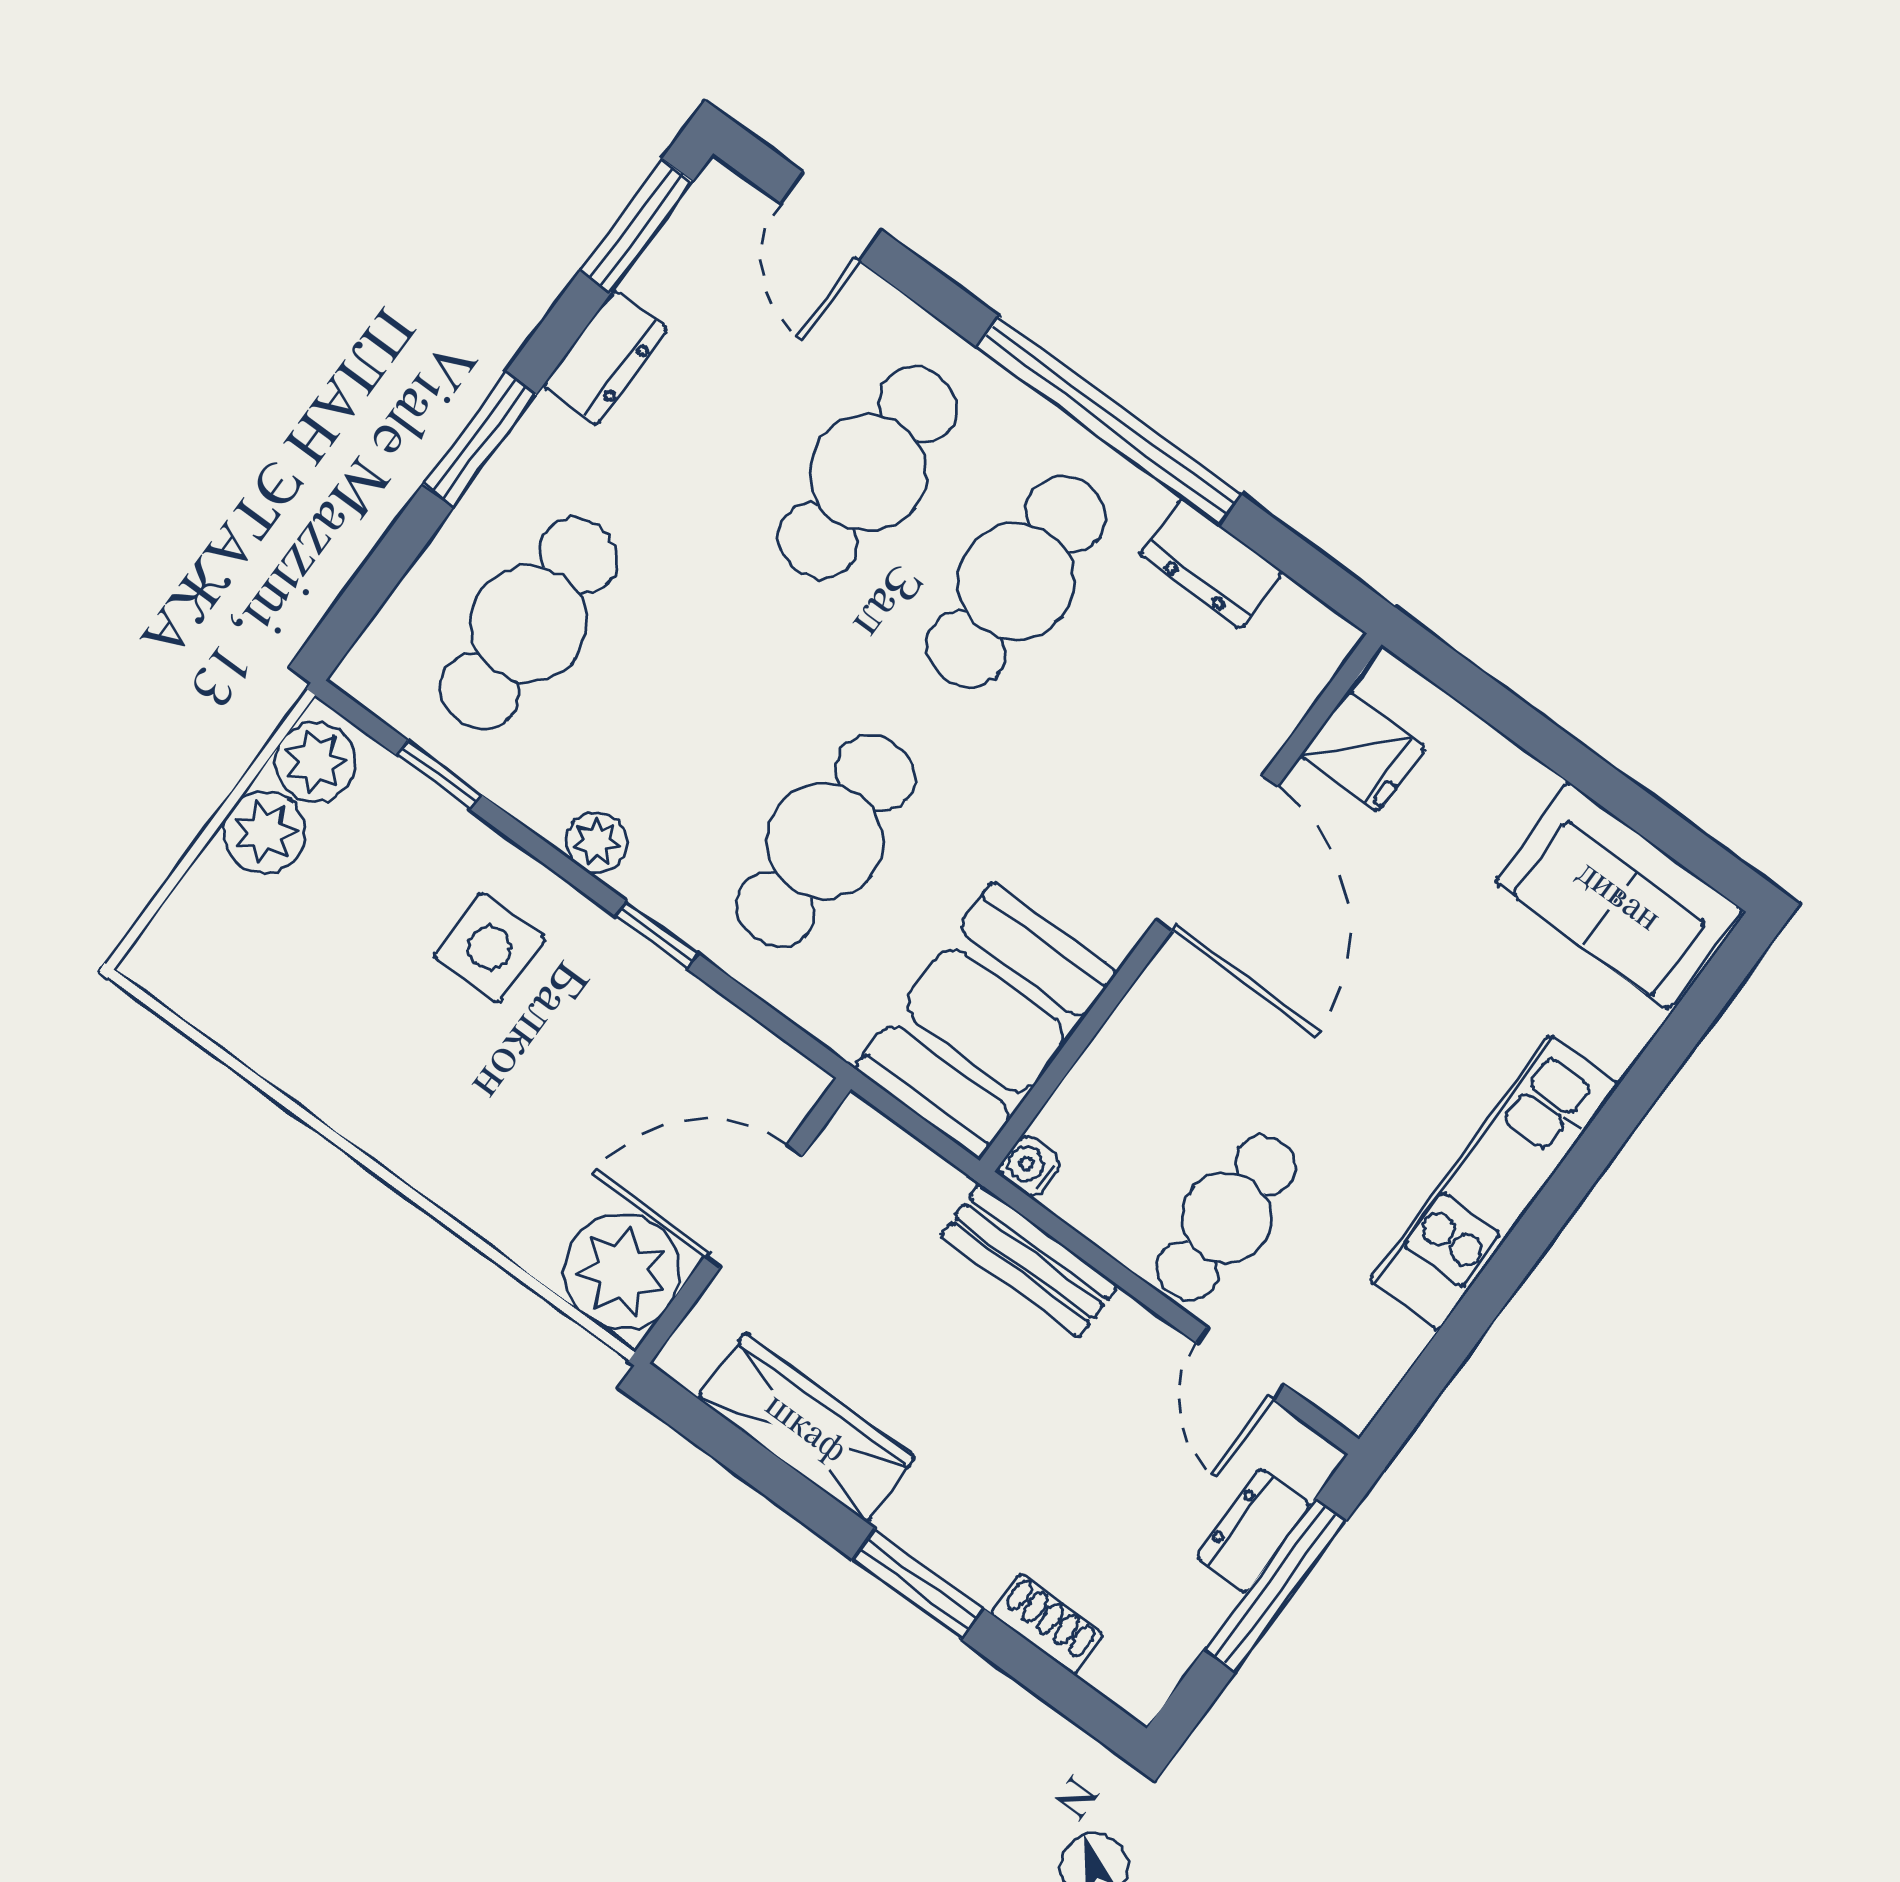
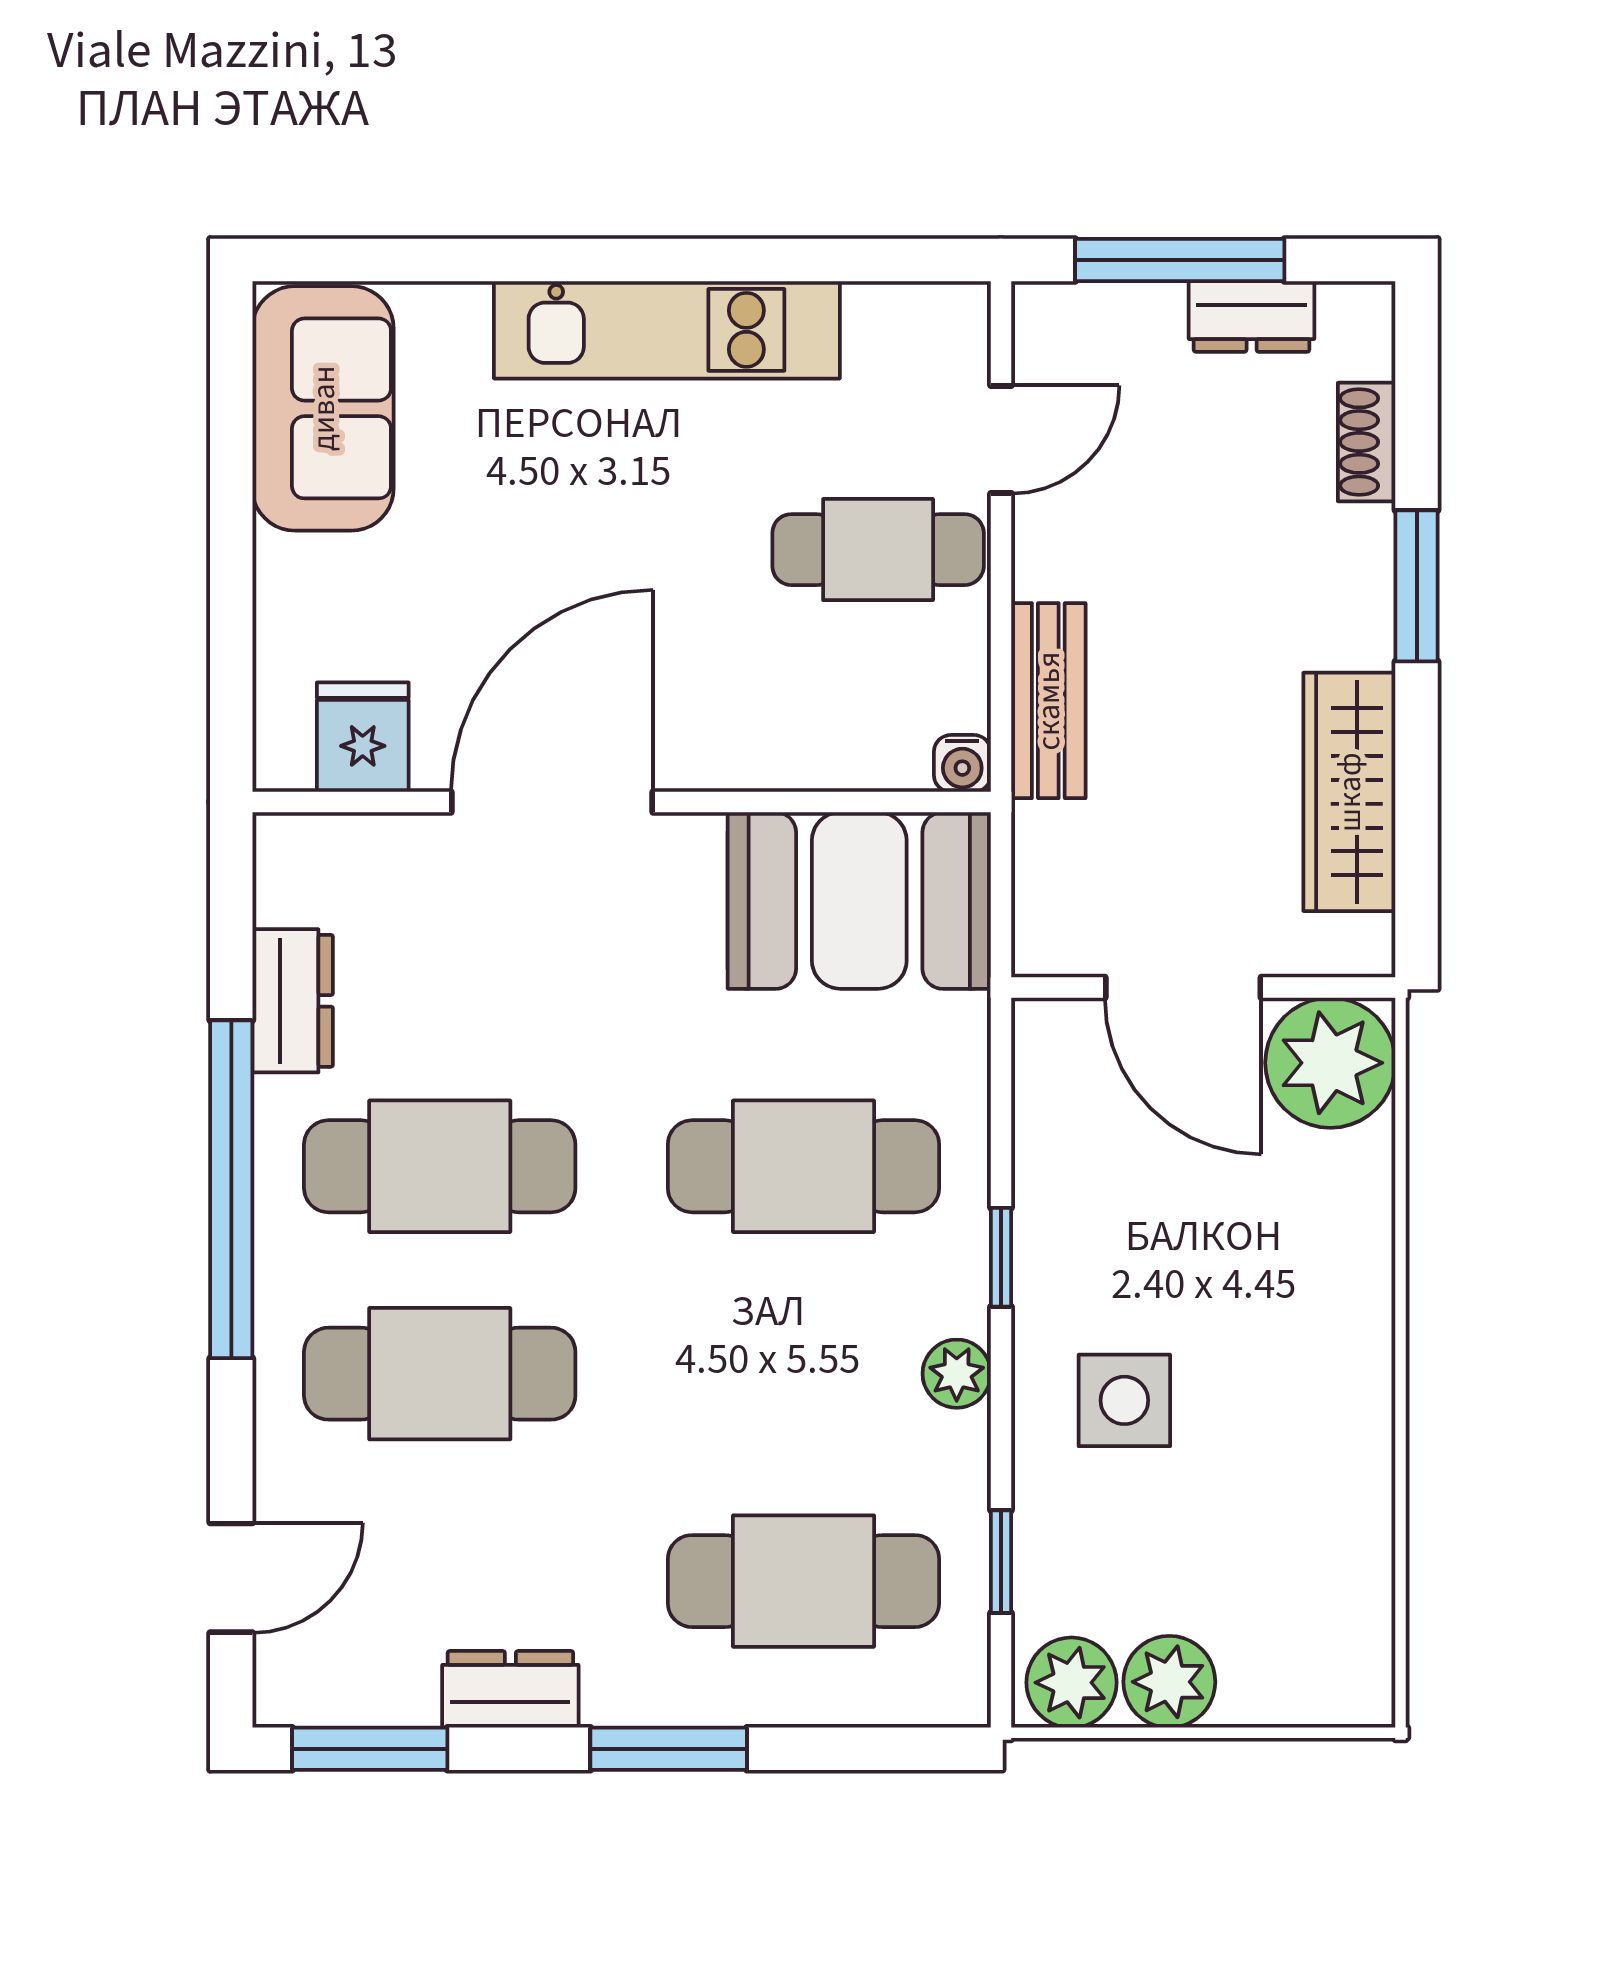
dresser: (1253, 1531) -> (1252, 316), moved

